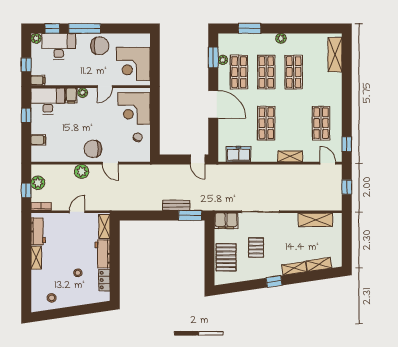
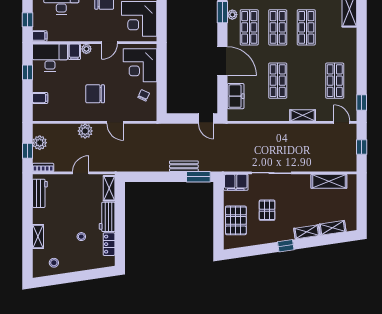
chair: (93, 149) -> (95, 94), moved
freezer: (239, 154) -> (236, 96), moved, turned 90
shelving: (36, 258) -> (38, 237), moved

